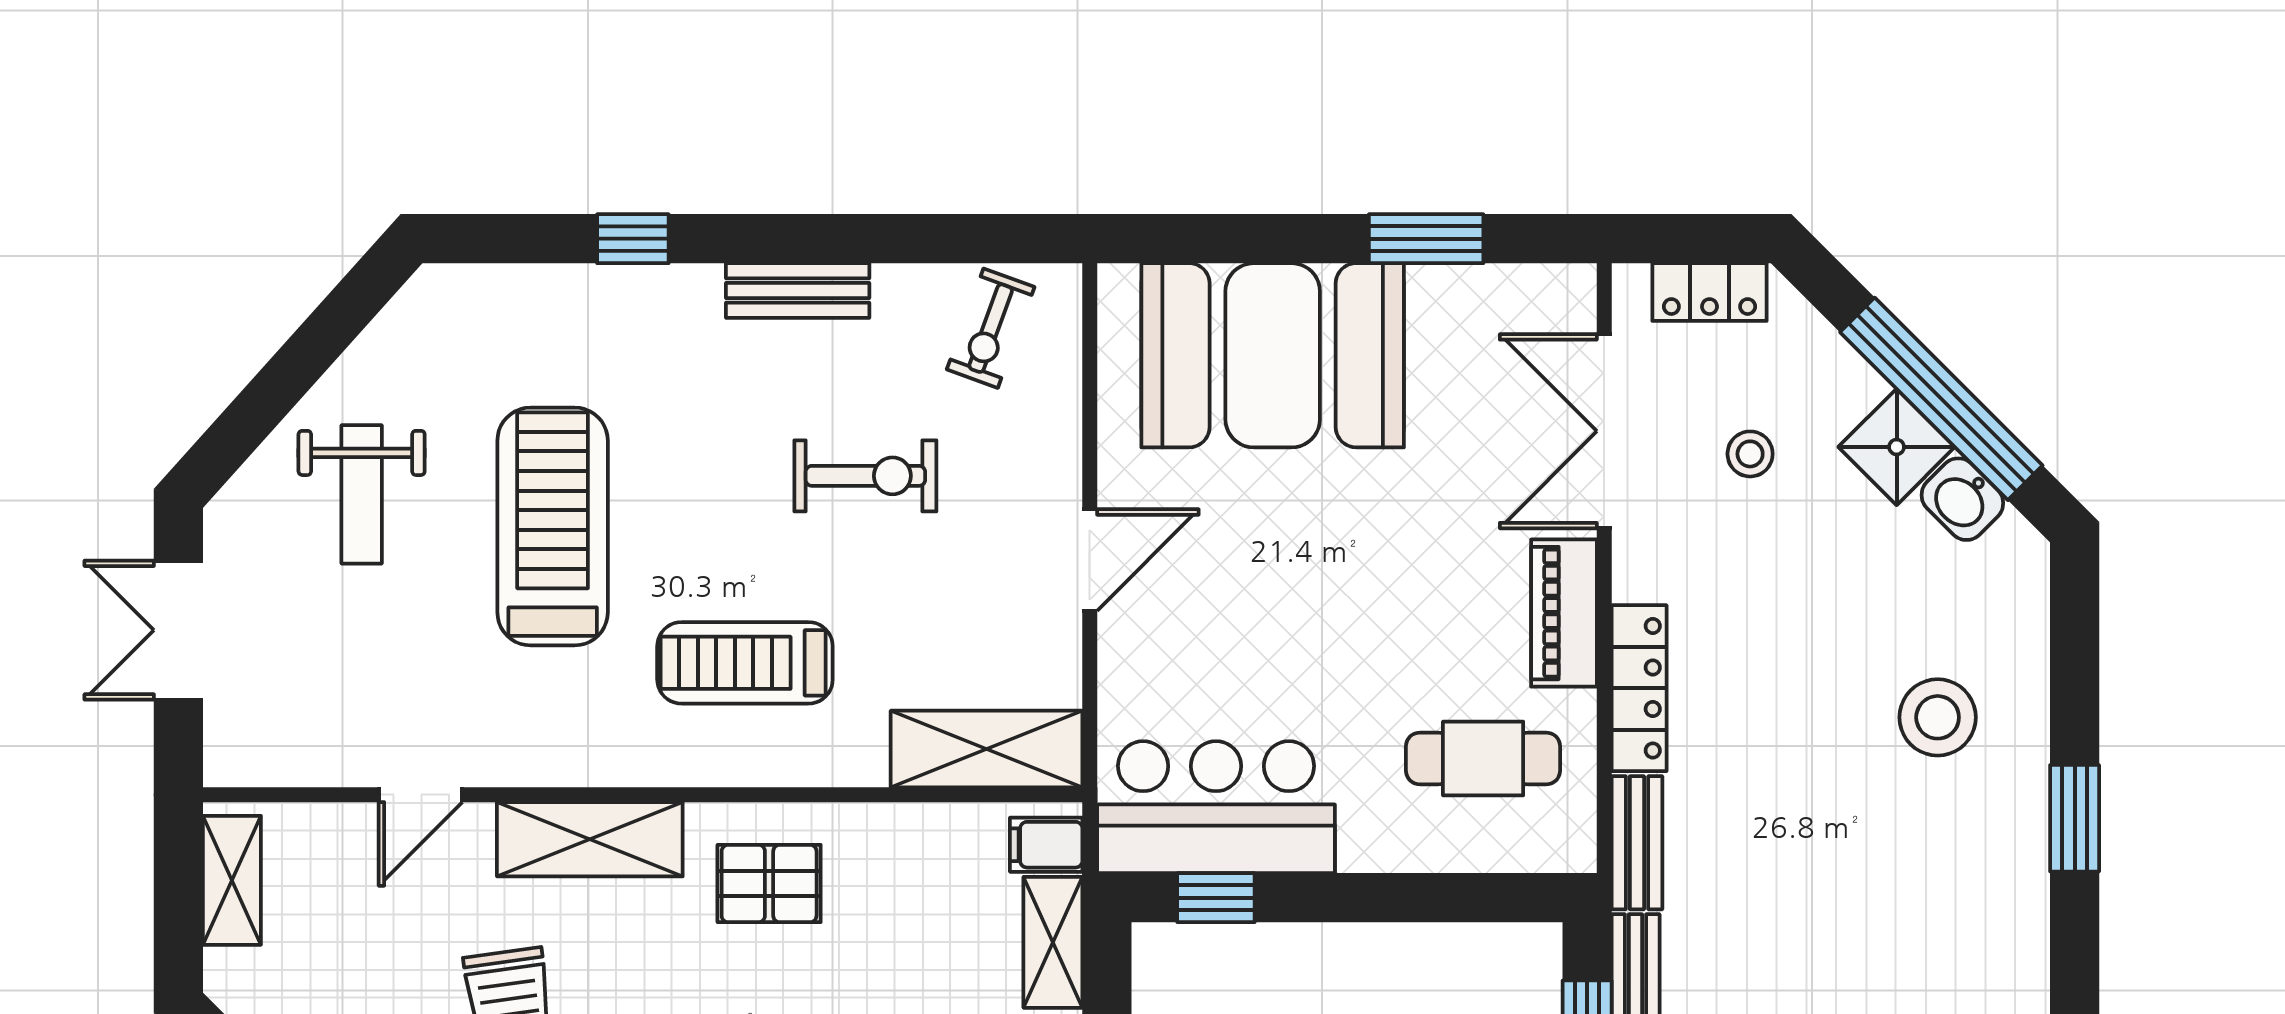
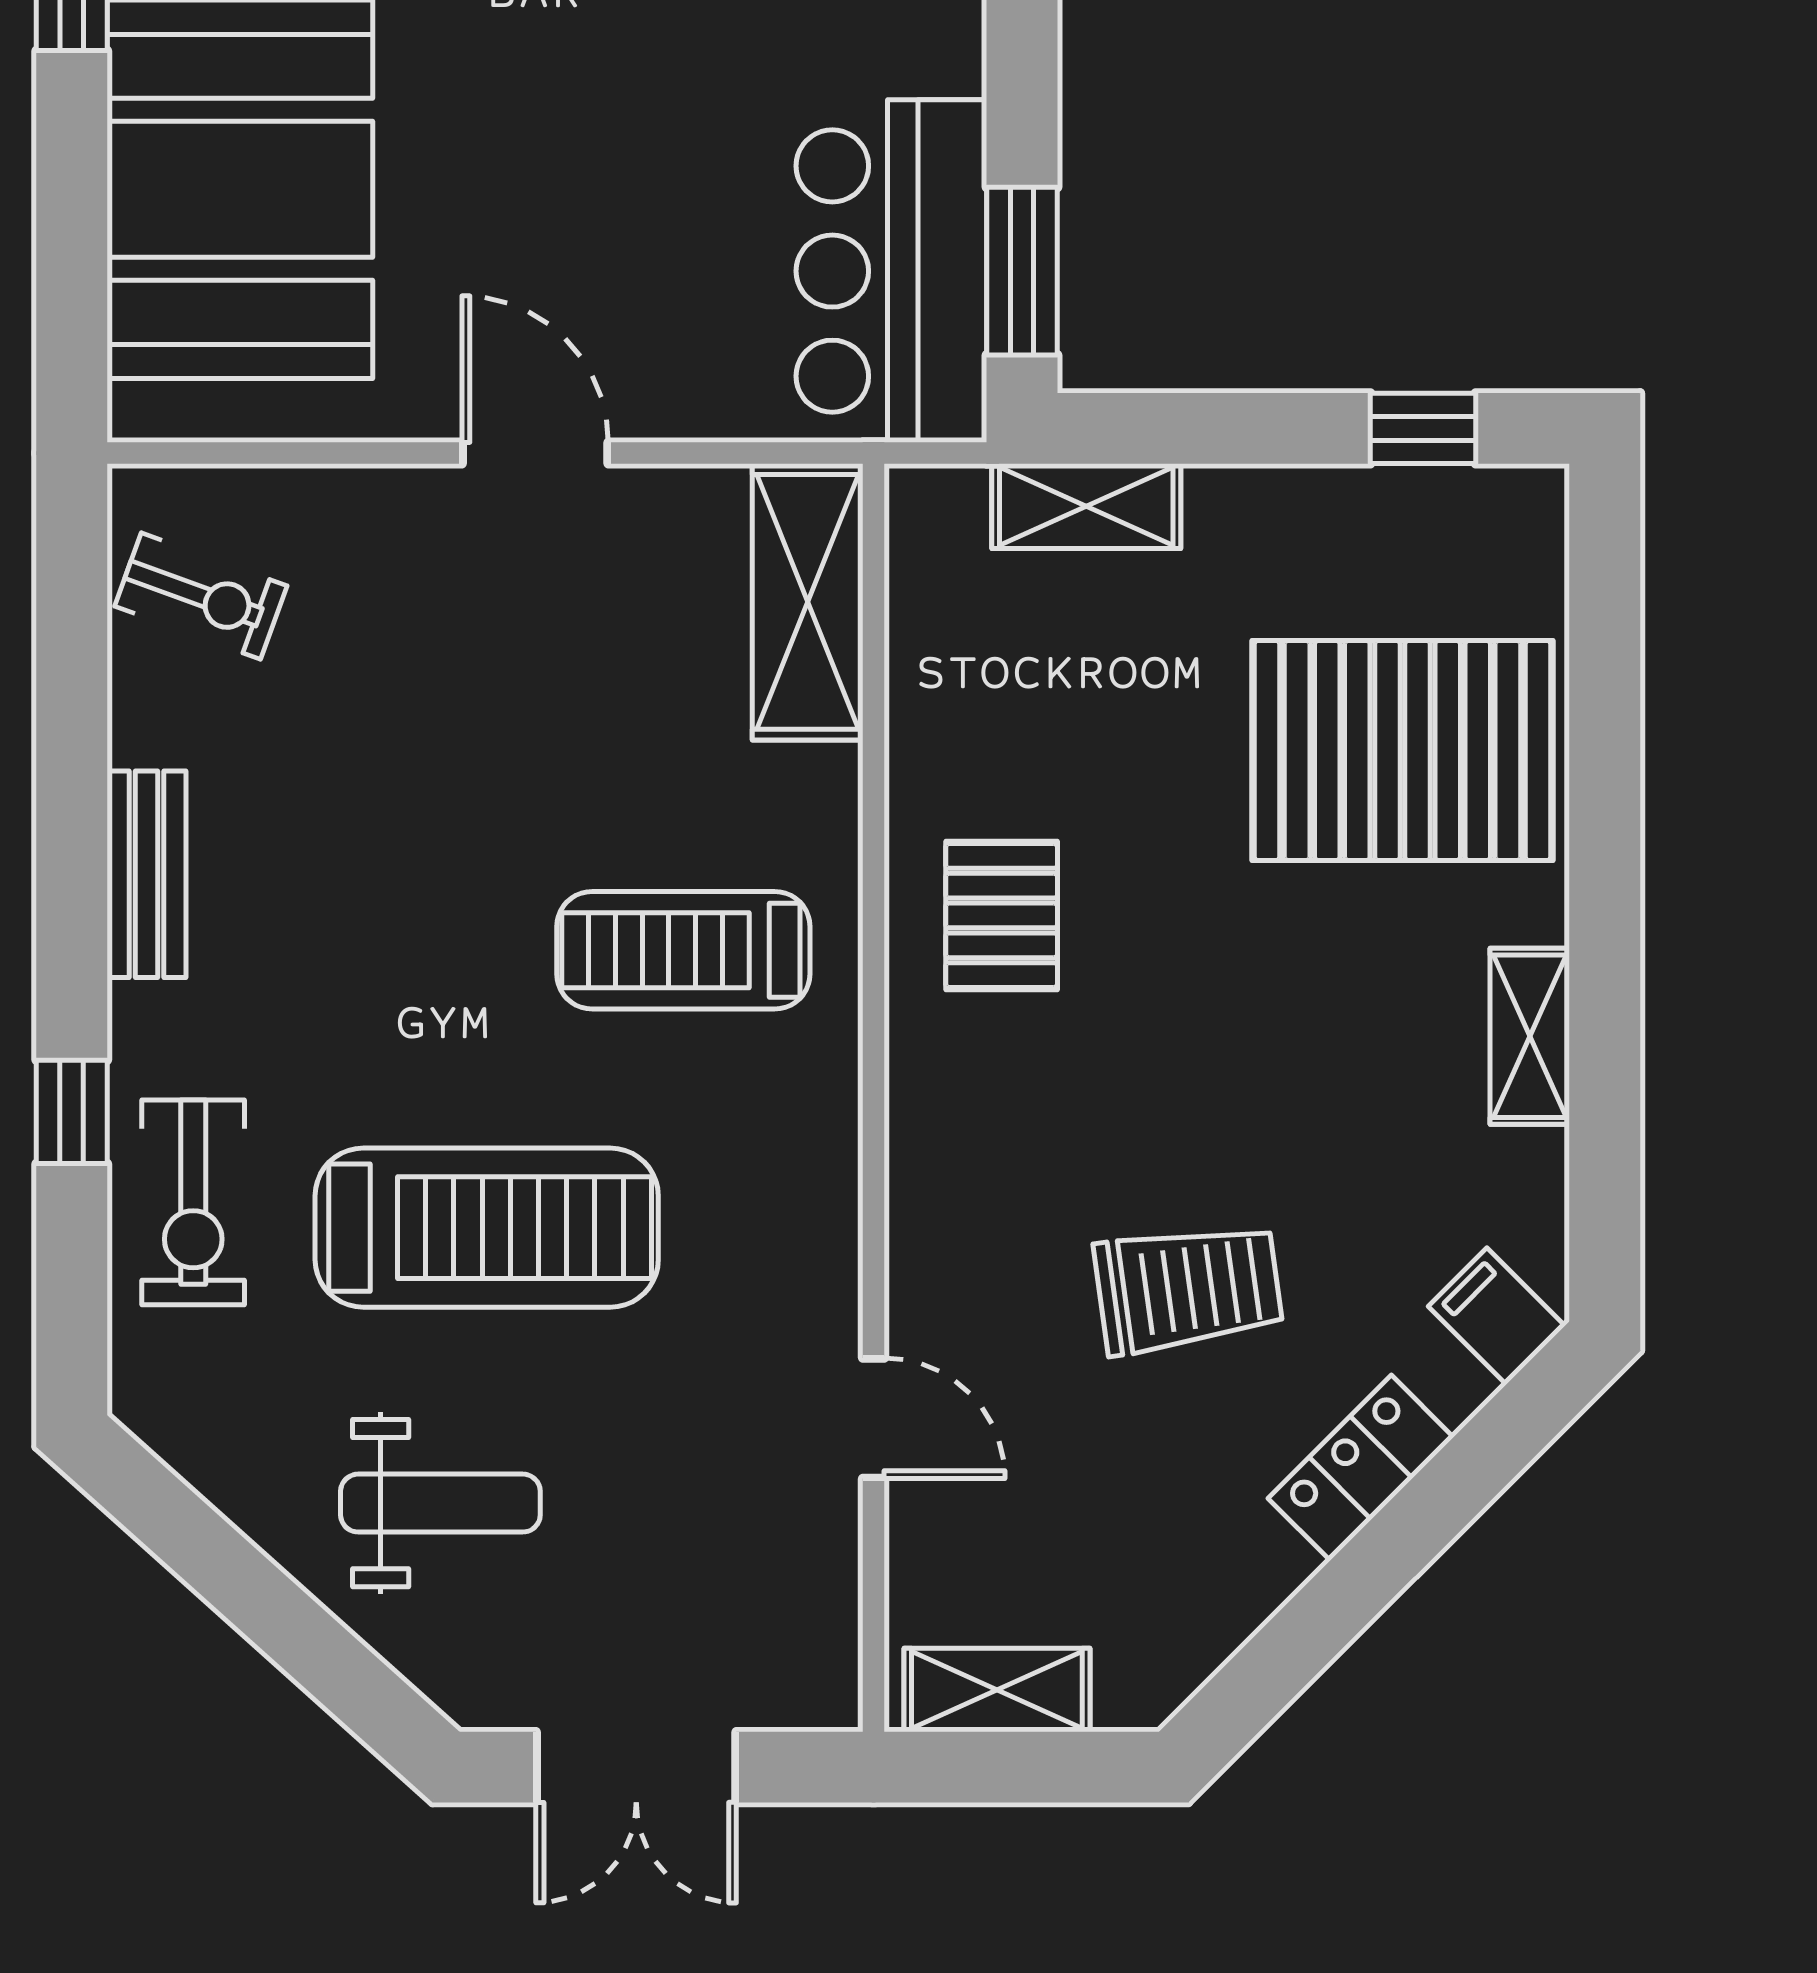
exercise bike: (865, 476) -> (193, 1202), moved, turned 180
treadmill: (553, 526) -> (487, 1228), turned 180
treadmill: (745, 663) -> (683, 950), turned 90
shelving: (590, 839) -> (938, 1174), removed
filing cabinet: (1046, 845) -> (946, 516), removed
window: (1216, 898) -> (1022, 271), width x1.50

